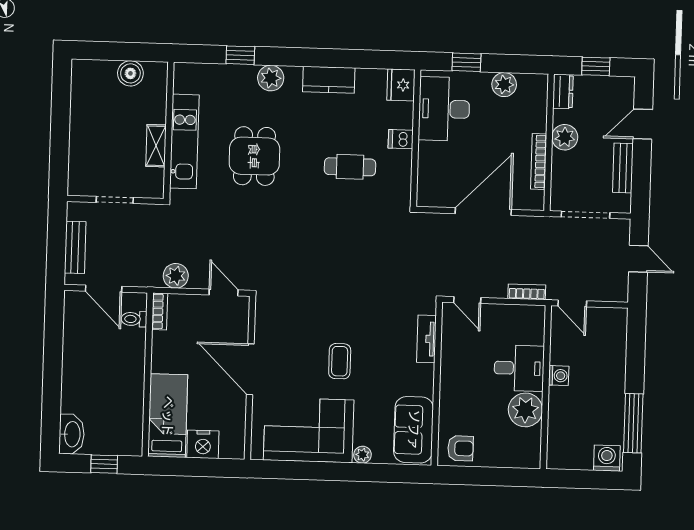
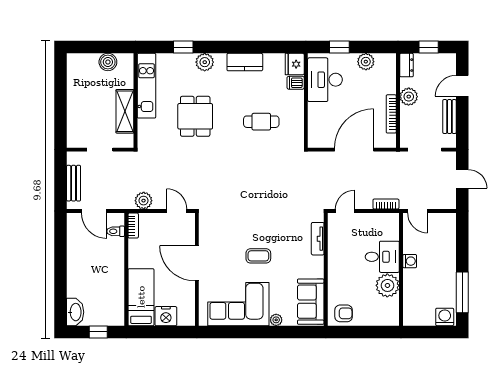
dishwasher: (401, 139) -> (296, 83), moved
kitchen unit: (184, 141) -> (146, 86), moved
shelving: (156, 146) -> (125, 111), width x1.50, depth x1.33
door: (467, 300) -> (345, 211), swing flipped
coffee table: (340, 361) -> (258, 256), turned 90

